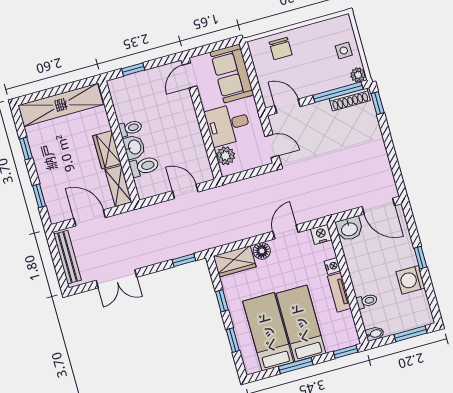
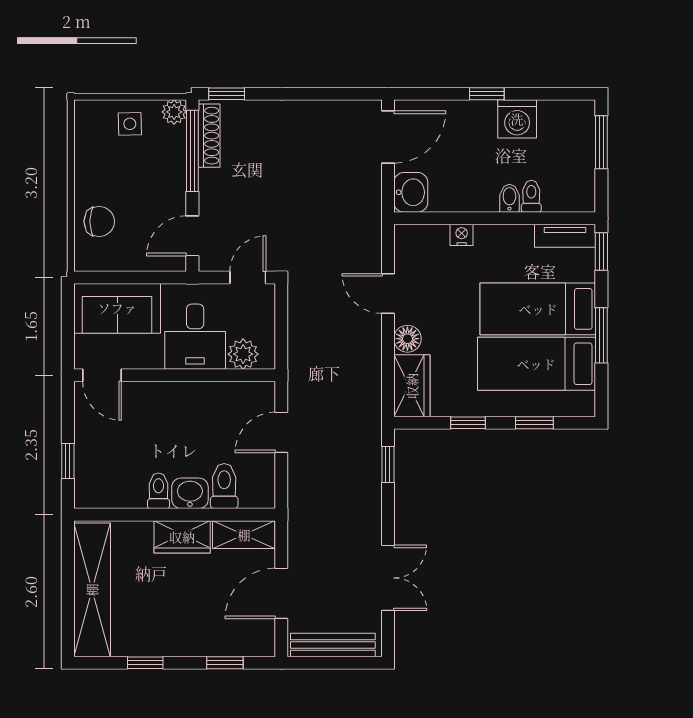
nightstand: (321, 234) -> (407, 239), removed
tv unit: (339, 292) -> (565, 236), moved
bidet: (375, 334) -> (509, 198), moved

